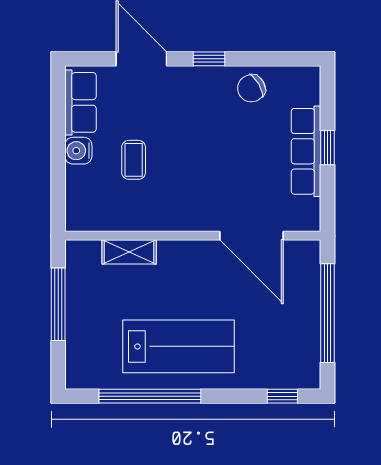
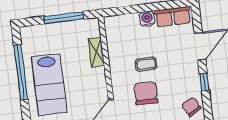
coffee table: (134, 160) -> (146, 64), moved
chair: (216, 170) -> (146, 93), added

